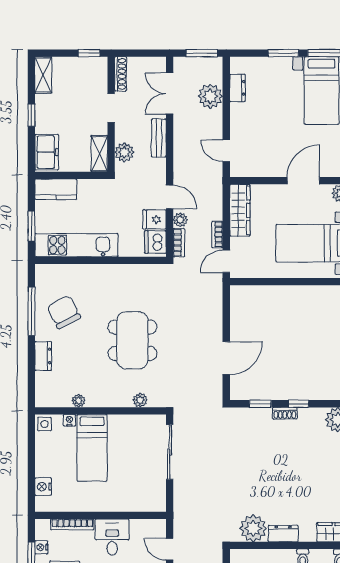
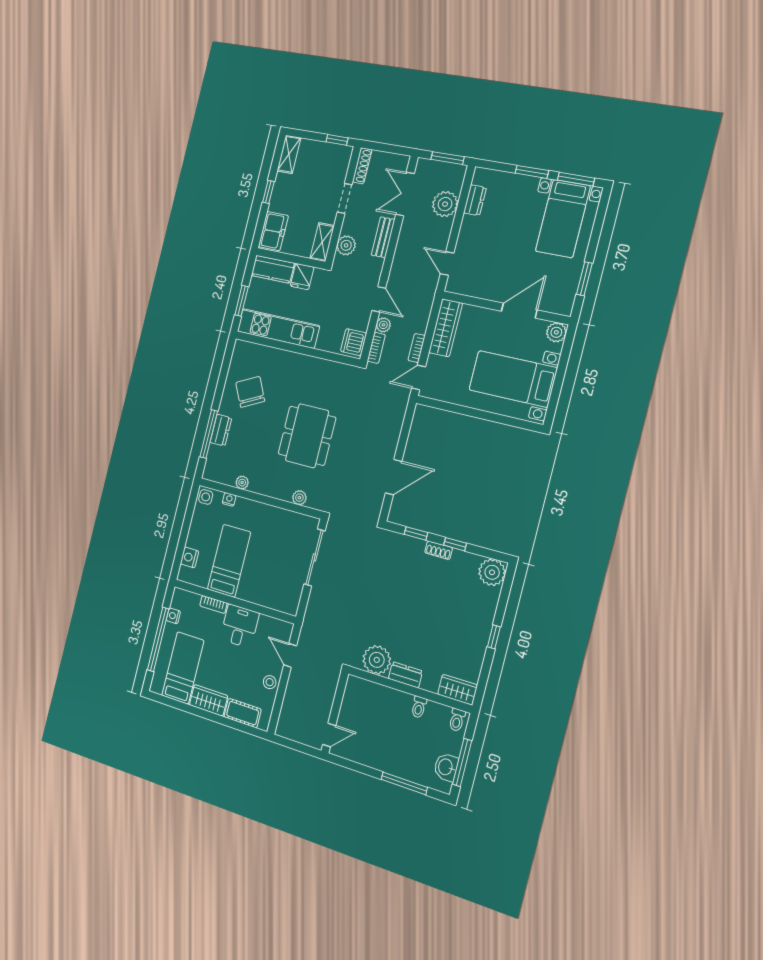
fridge: (154, 219) -> (302, 277), moved, turned -90
window: (31, 311) -> (209, 434), moved
bed: (92, 448) -> (229, 561), moved, turned 180
bookcase: (72, 524) -> (213, 604), width x0.64

